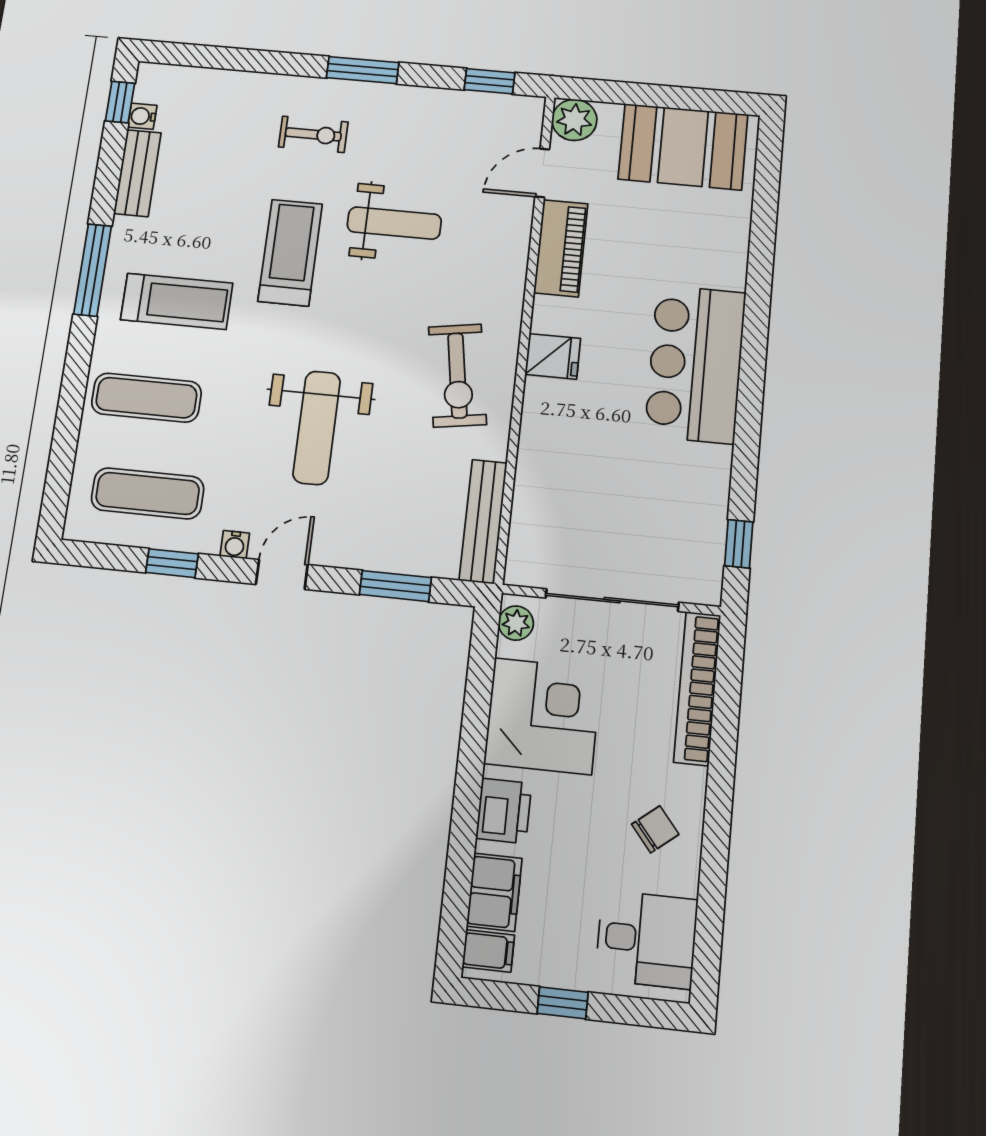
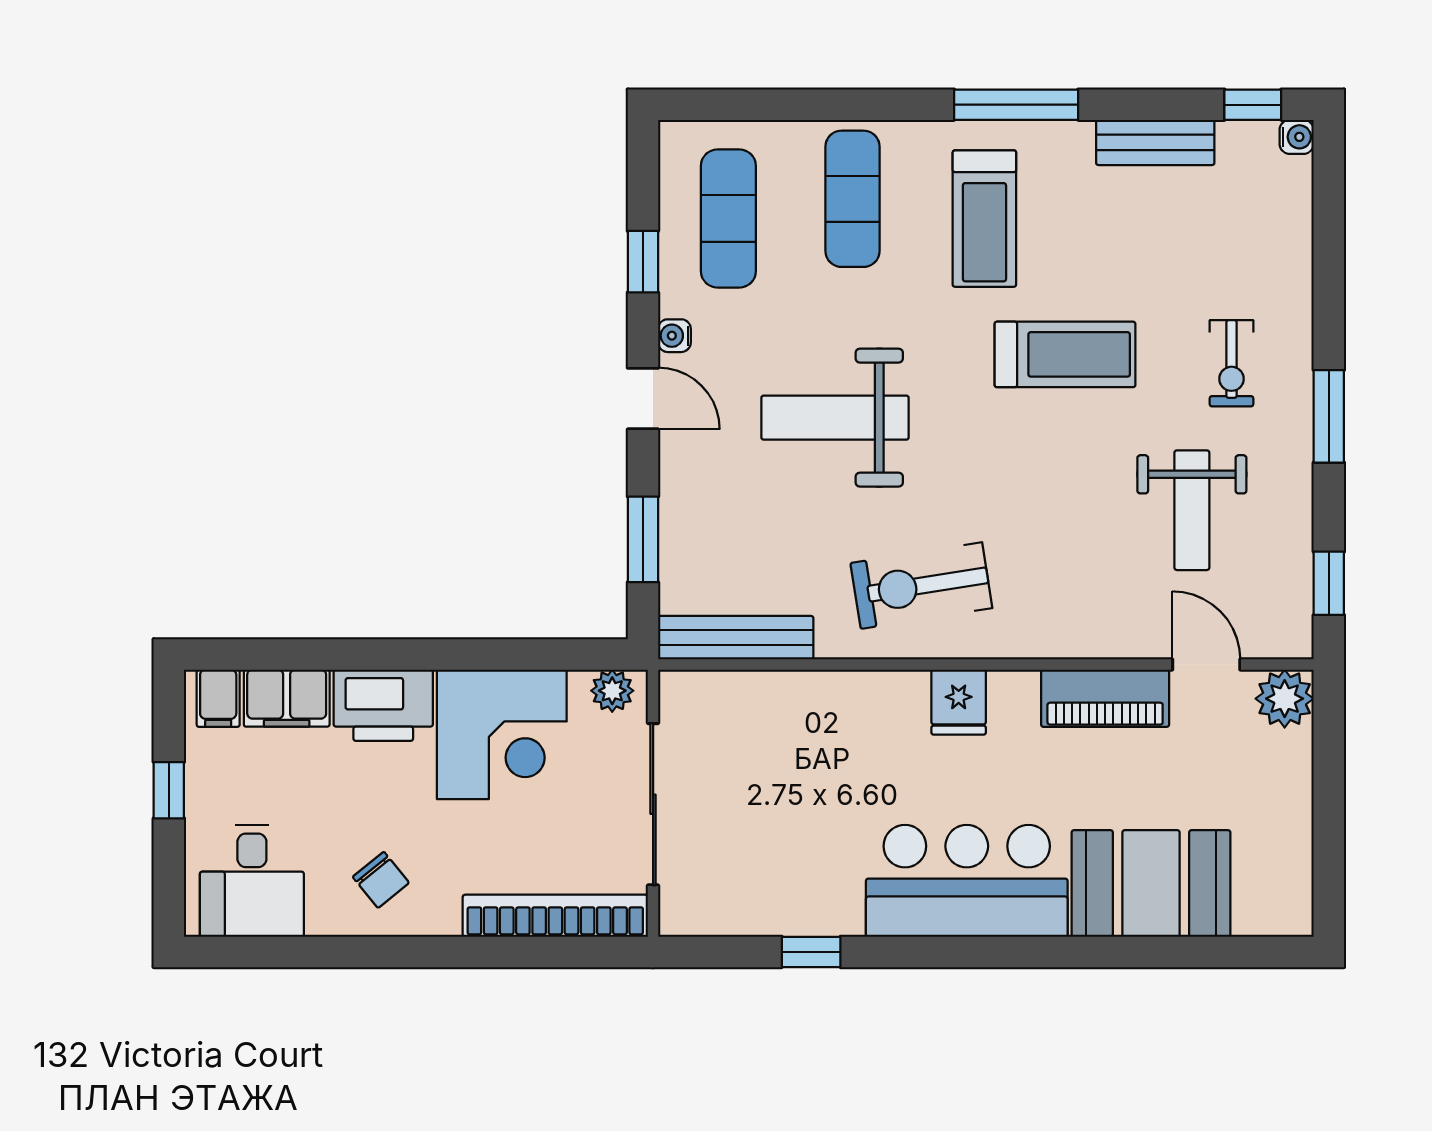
water cooler: (142, 116) -> (1297, 137), moved, turned 90
booth: (683, 147) -> (1151, 884), moved, turned 90
weight bench: (394, 223) -> (1192, 510), moved
window: (739, 544) -> (811, 952), moved
printer: (504, 811) -> (383, 705), width x1.37, depth x1.19

